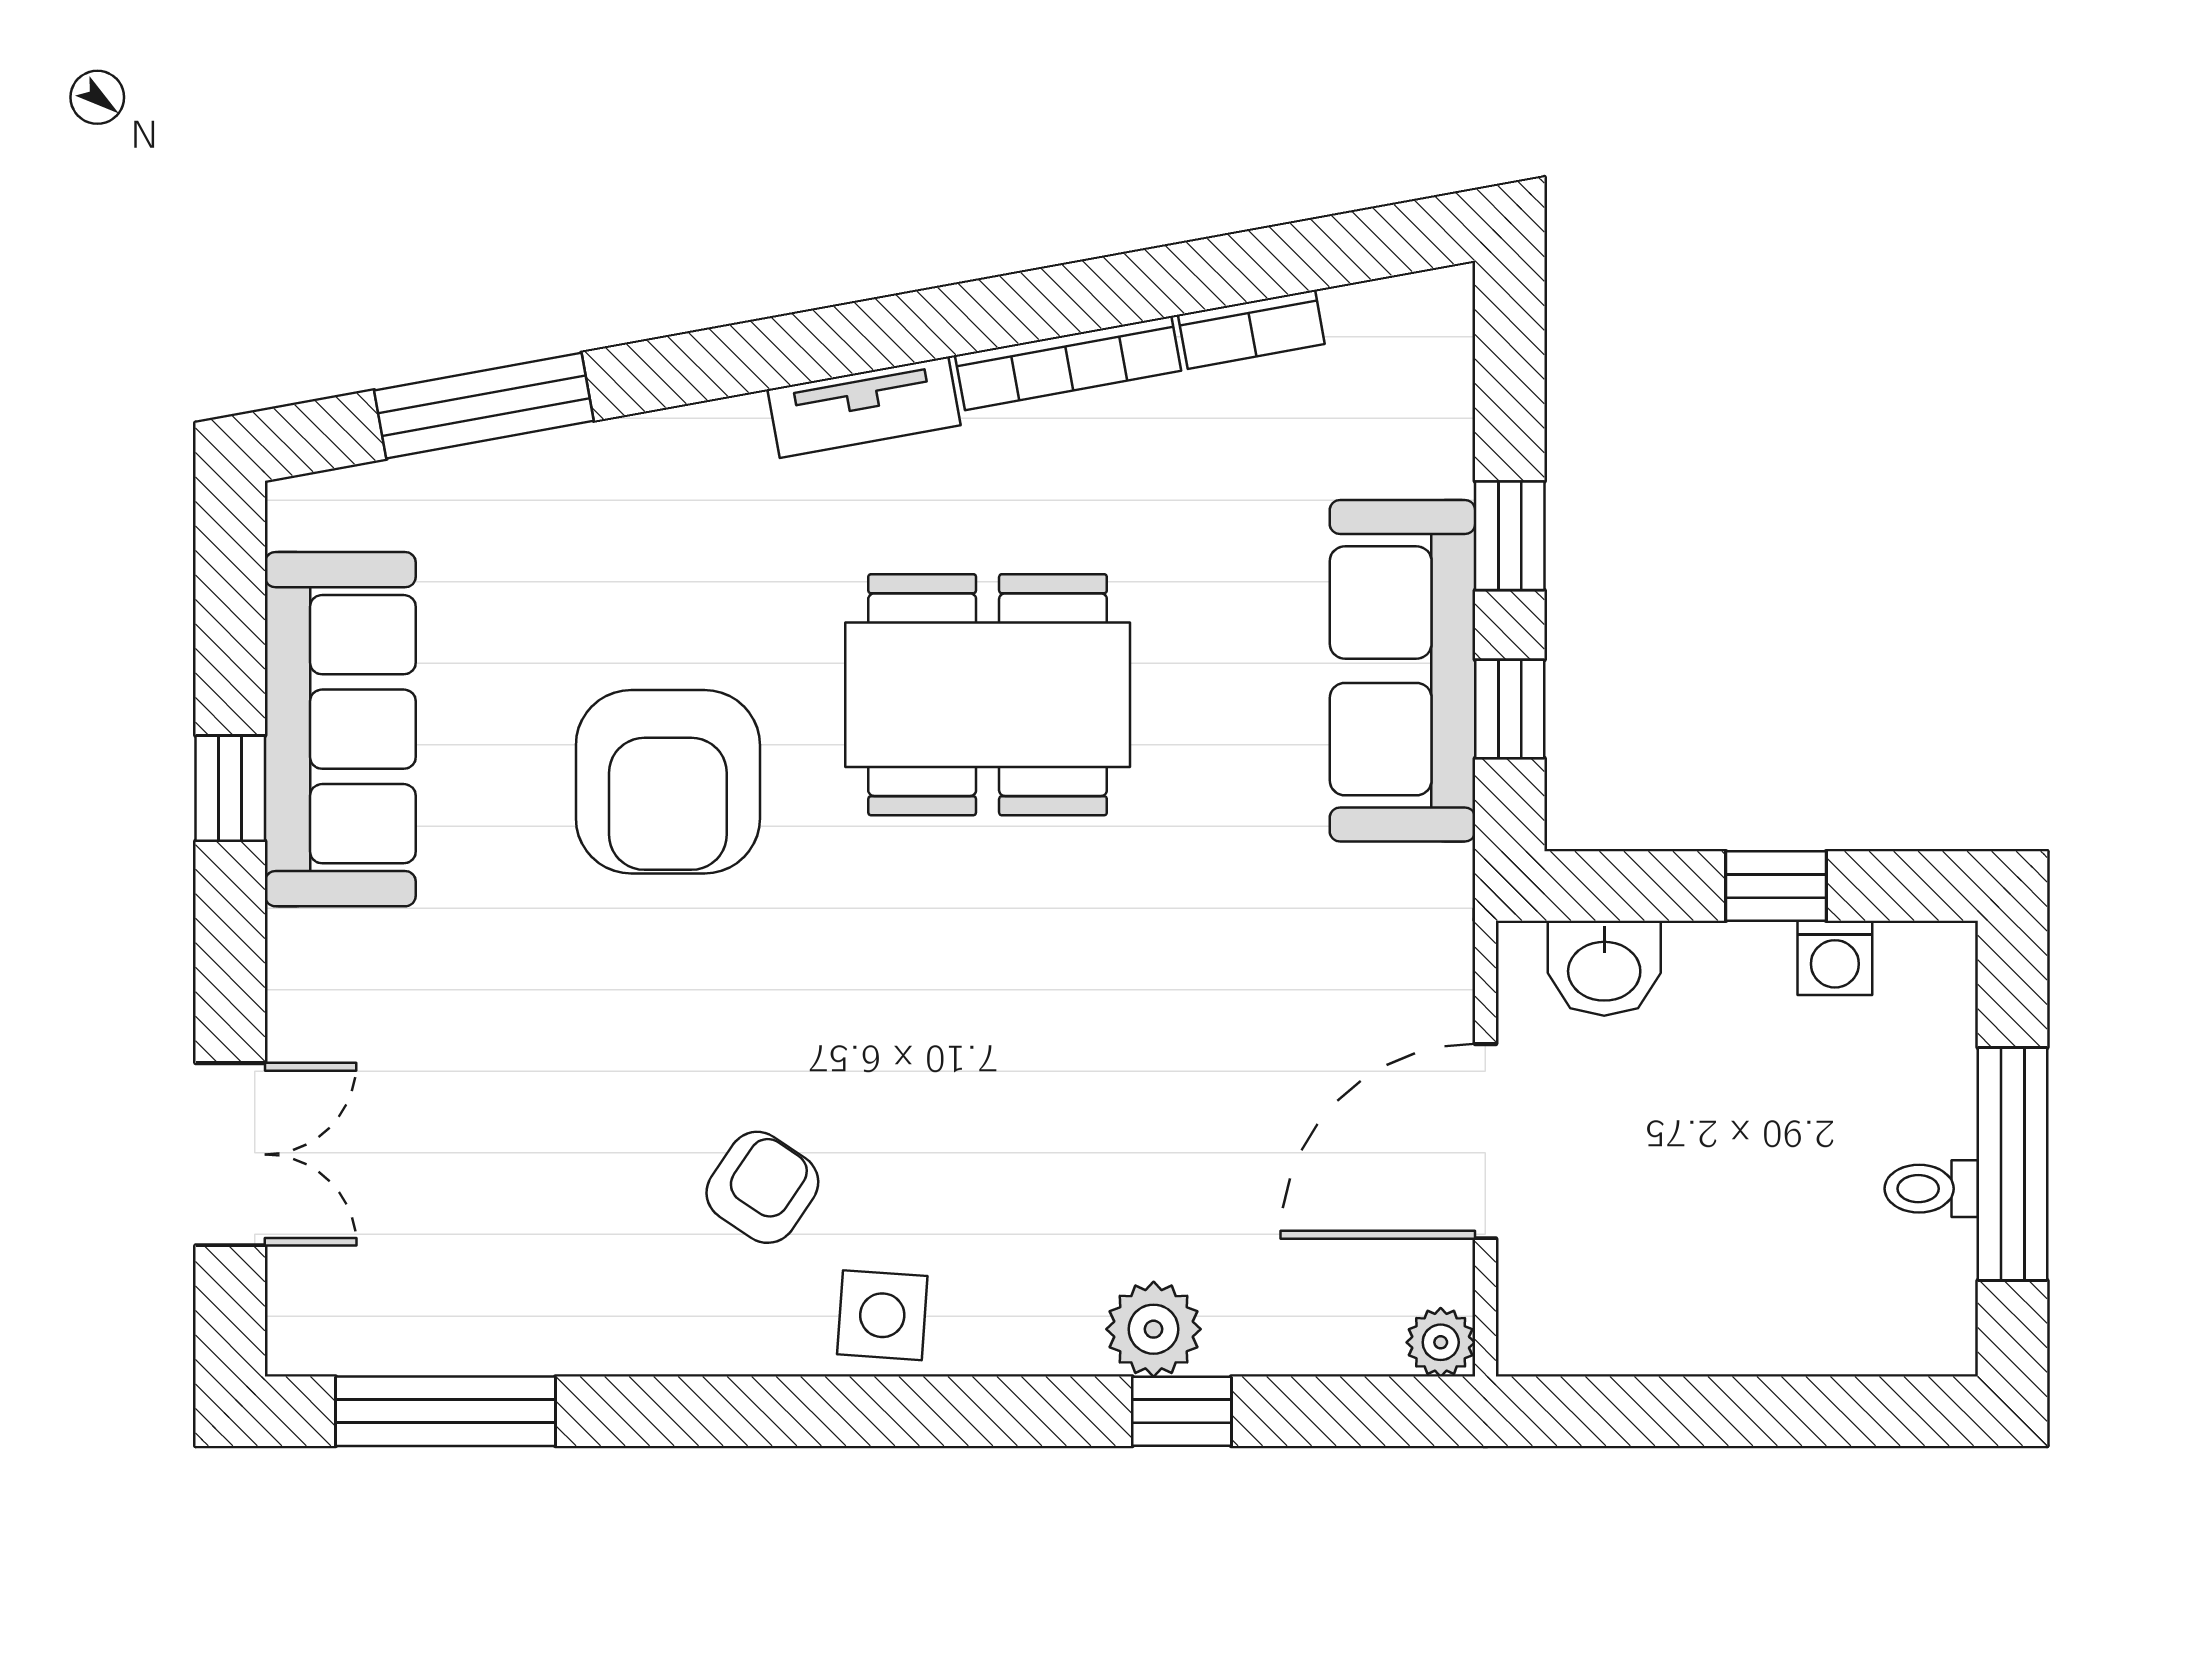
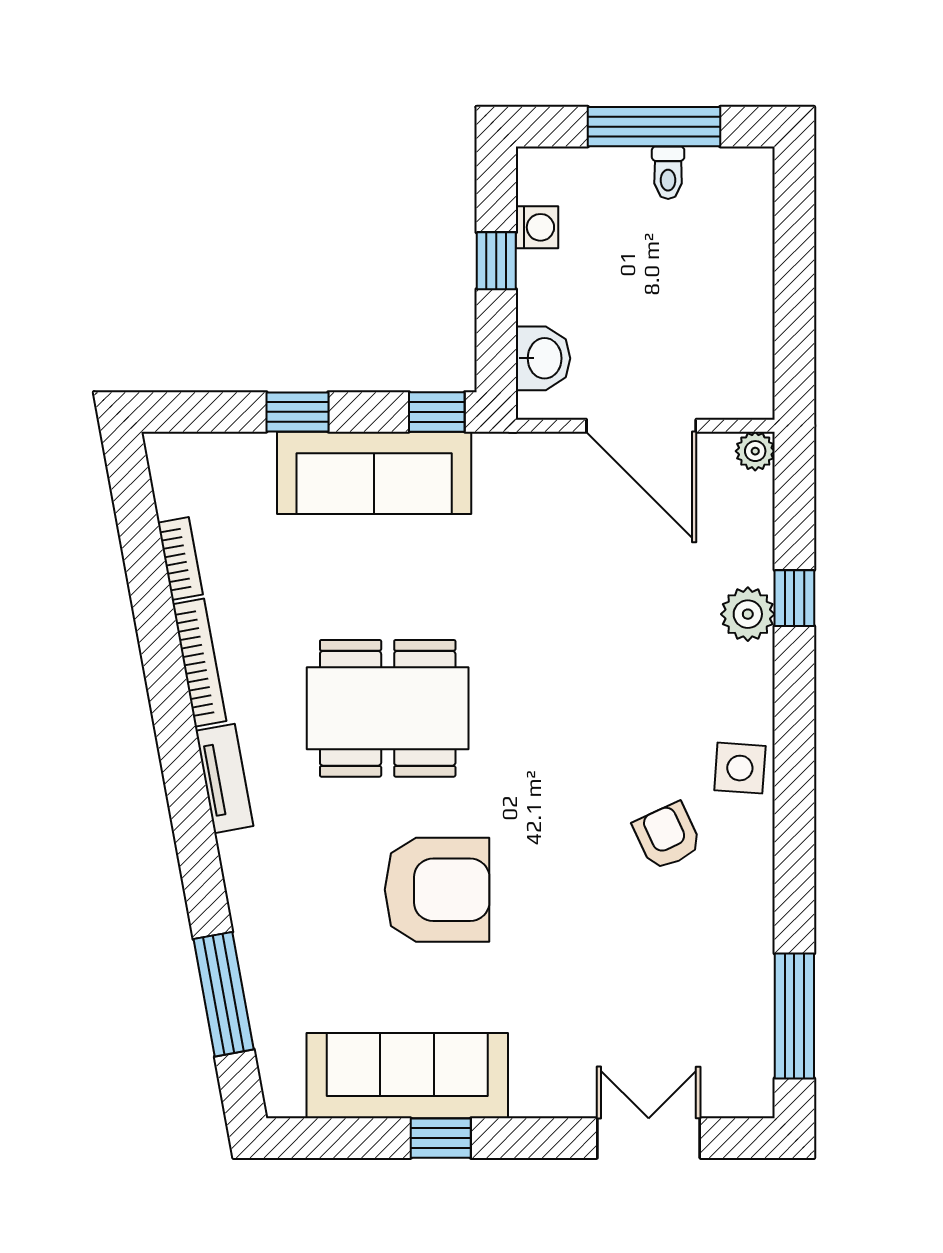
dining table: (988, 695) -> (388, 708), turned 90
window: (1510, 709) -> (437, 412), moved
armchair: (762, 1187) -> (667, 836), turned 31

